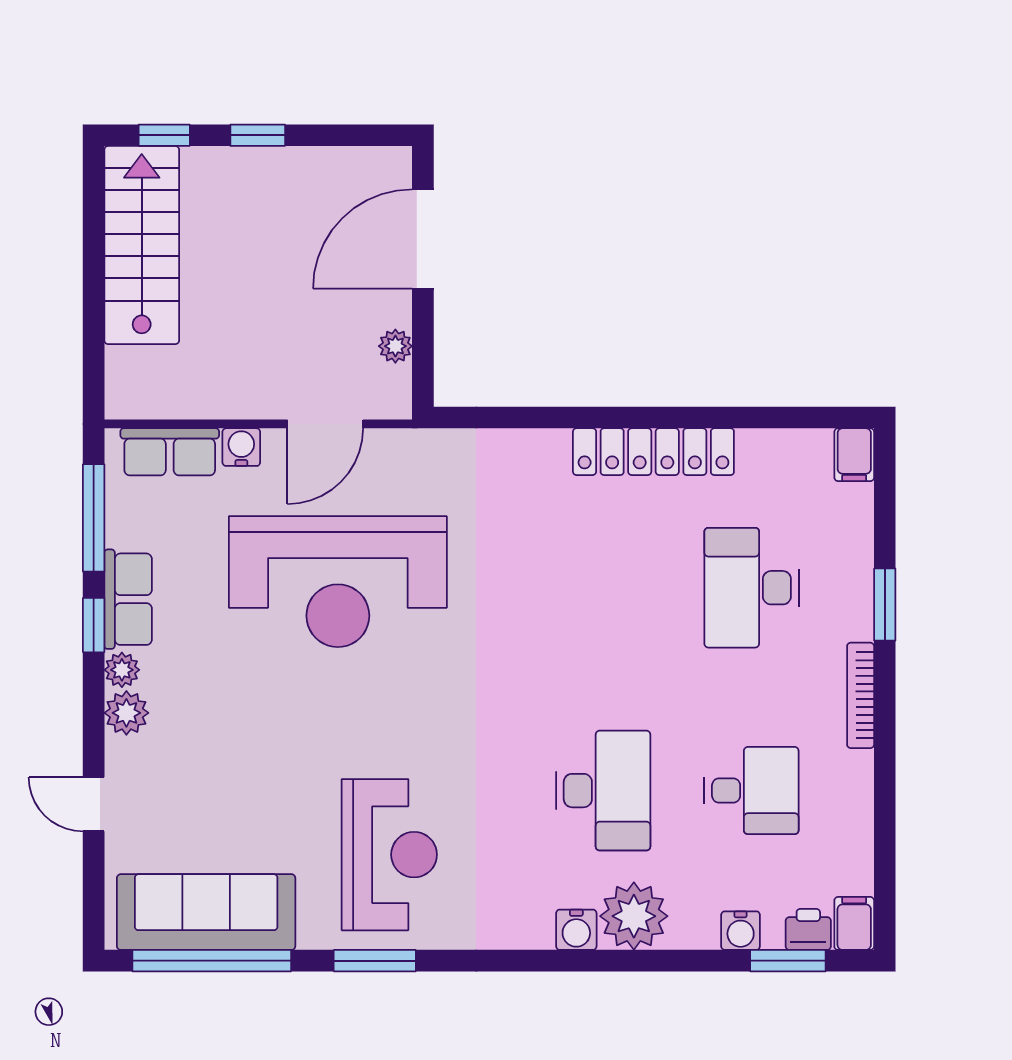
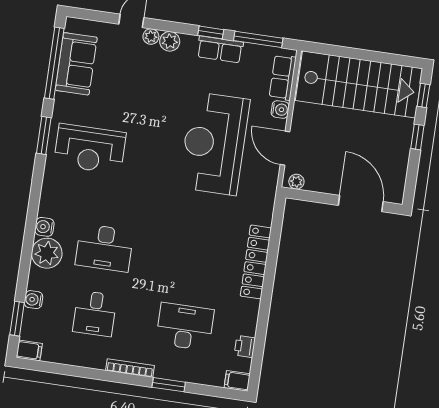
stairs: (142, 245) -> (359, 84), width x1.36, depth x1.51
plant: (395, 346) -> (296, 182), moved
locker: (653, 452) -> (256, 262), moved
plant: (122, 670) -> (151, 37), moved
sofa: (206, 912) -> (76, 64), width x0.73
printer: (808, 929) -> (245, 346), moved, turned 180

